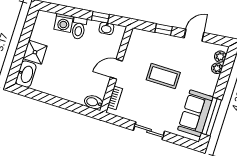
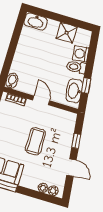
washbasin: (106, 28) -> (74, 91), width x1.91, depth x1.45
shower: (35, 52) -> (67, 33), moved

